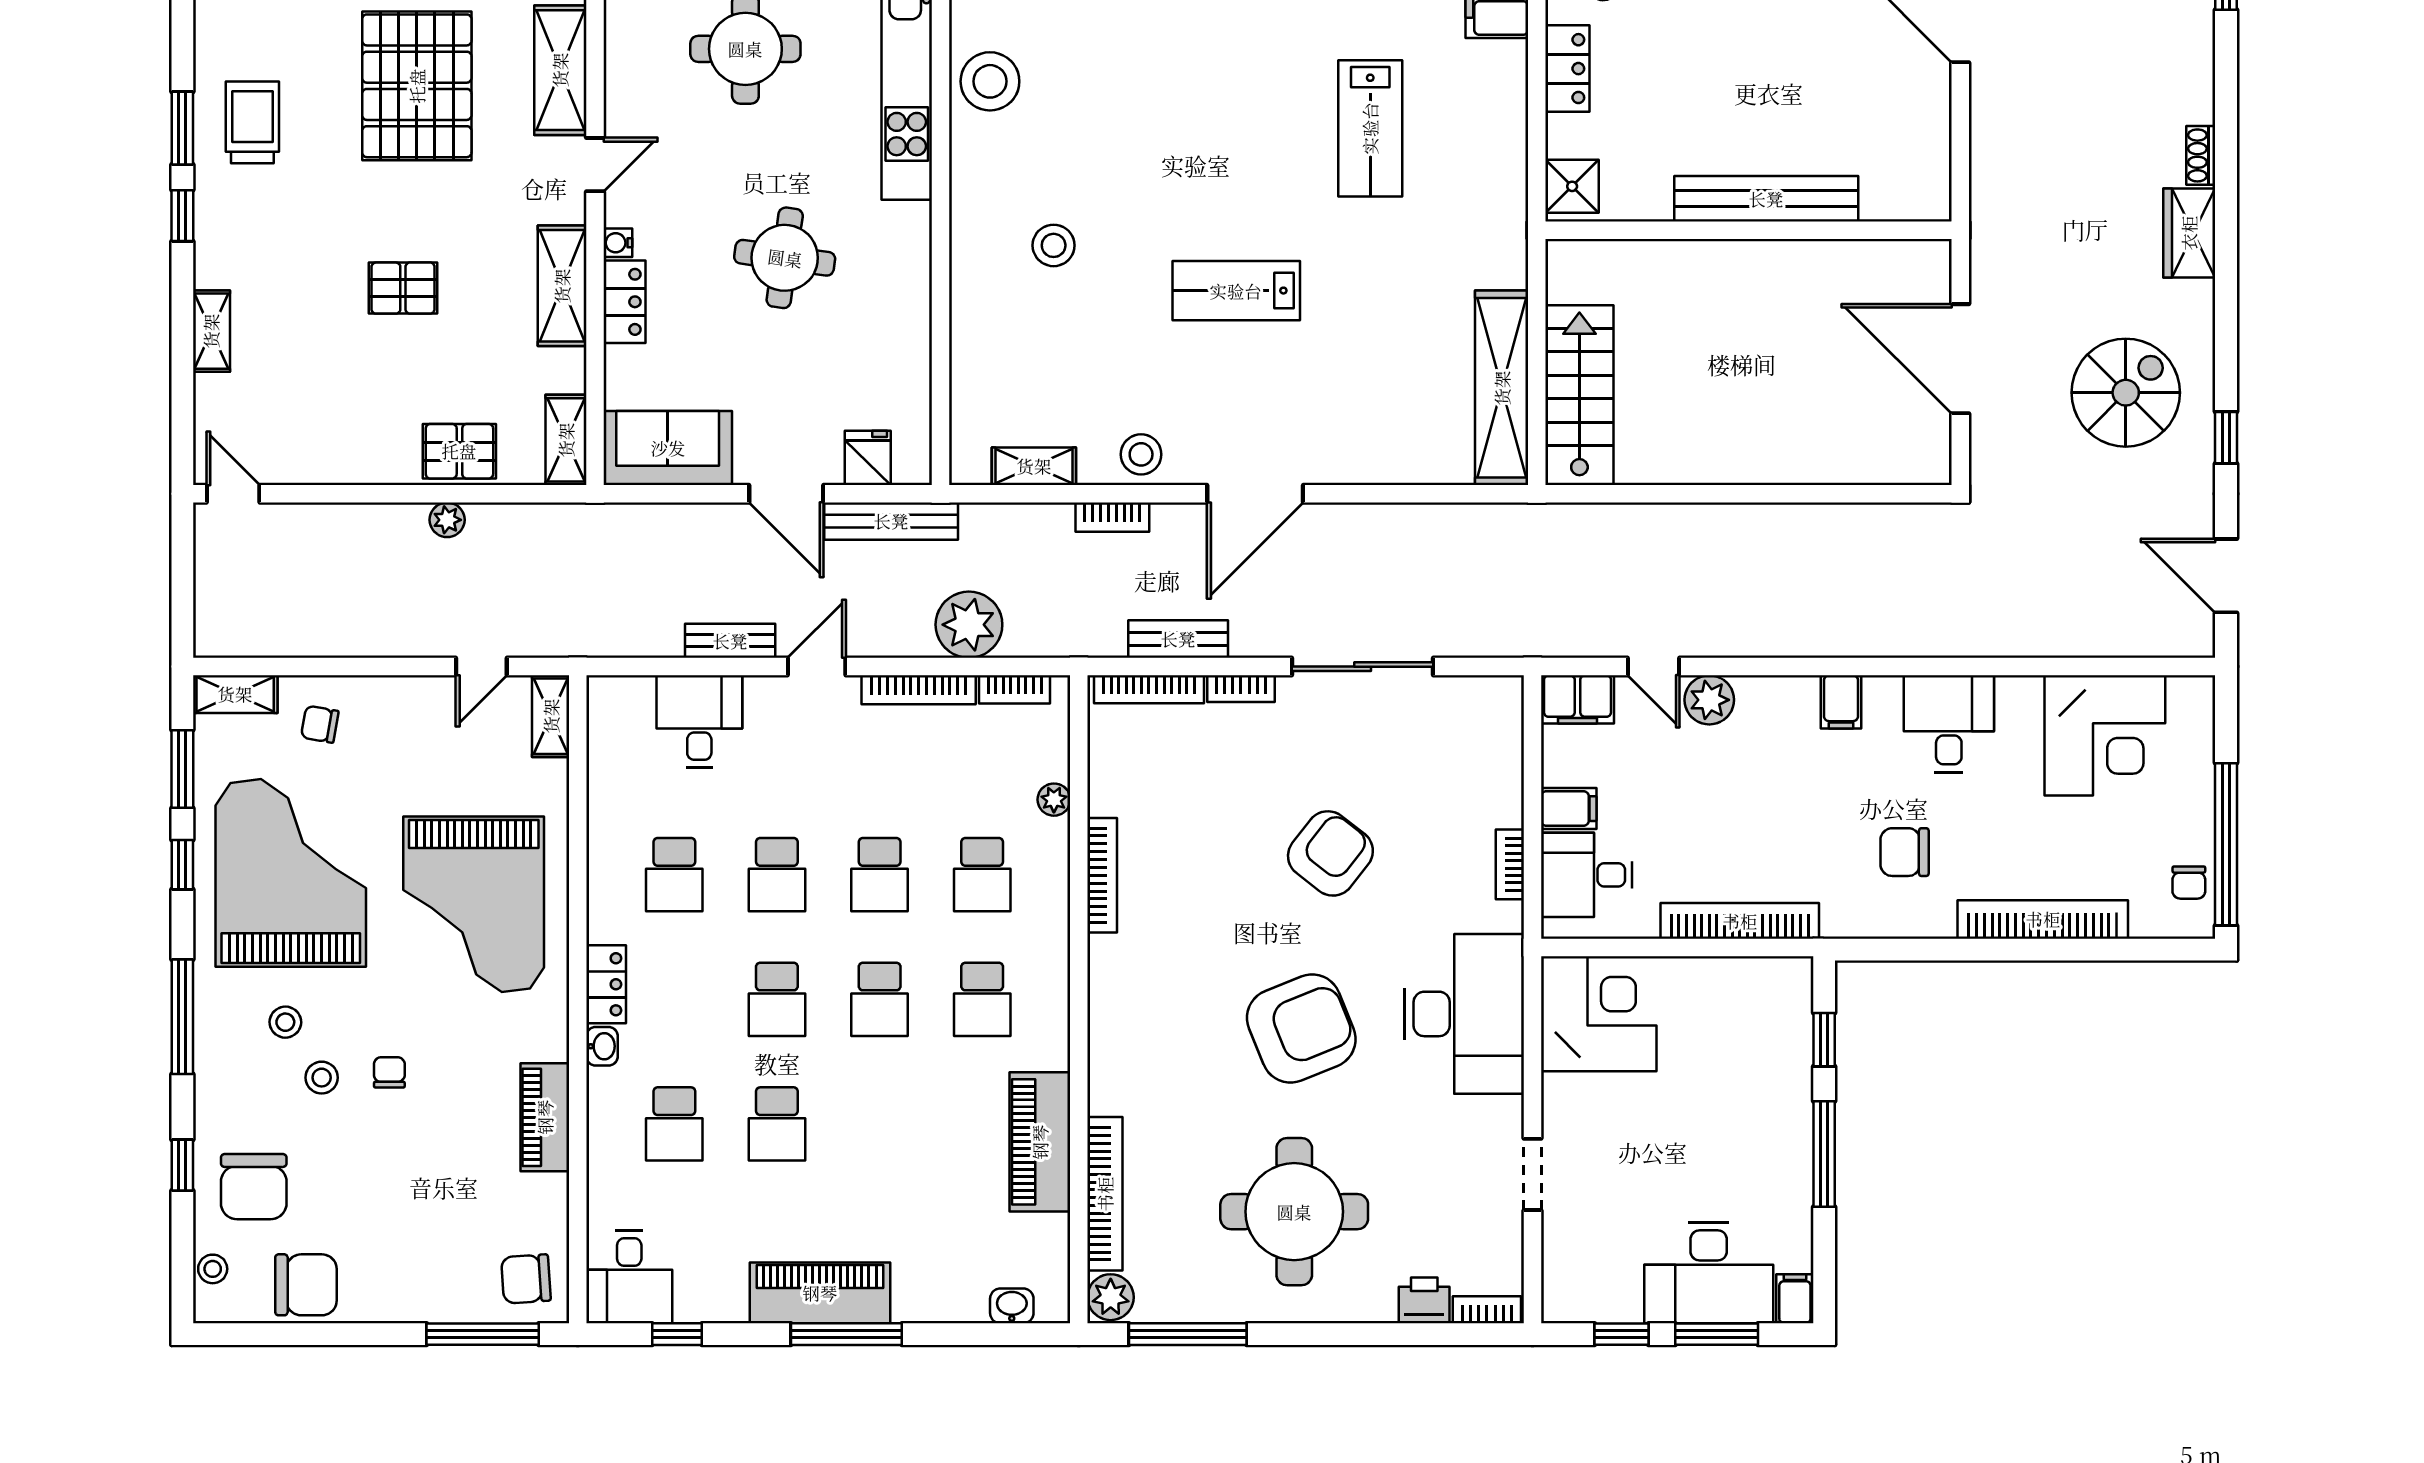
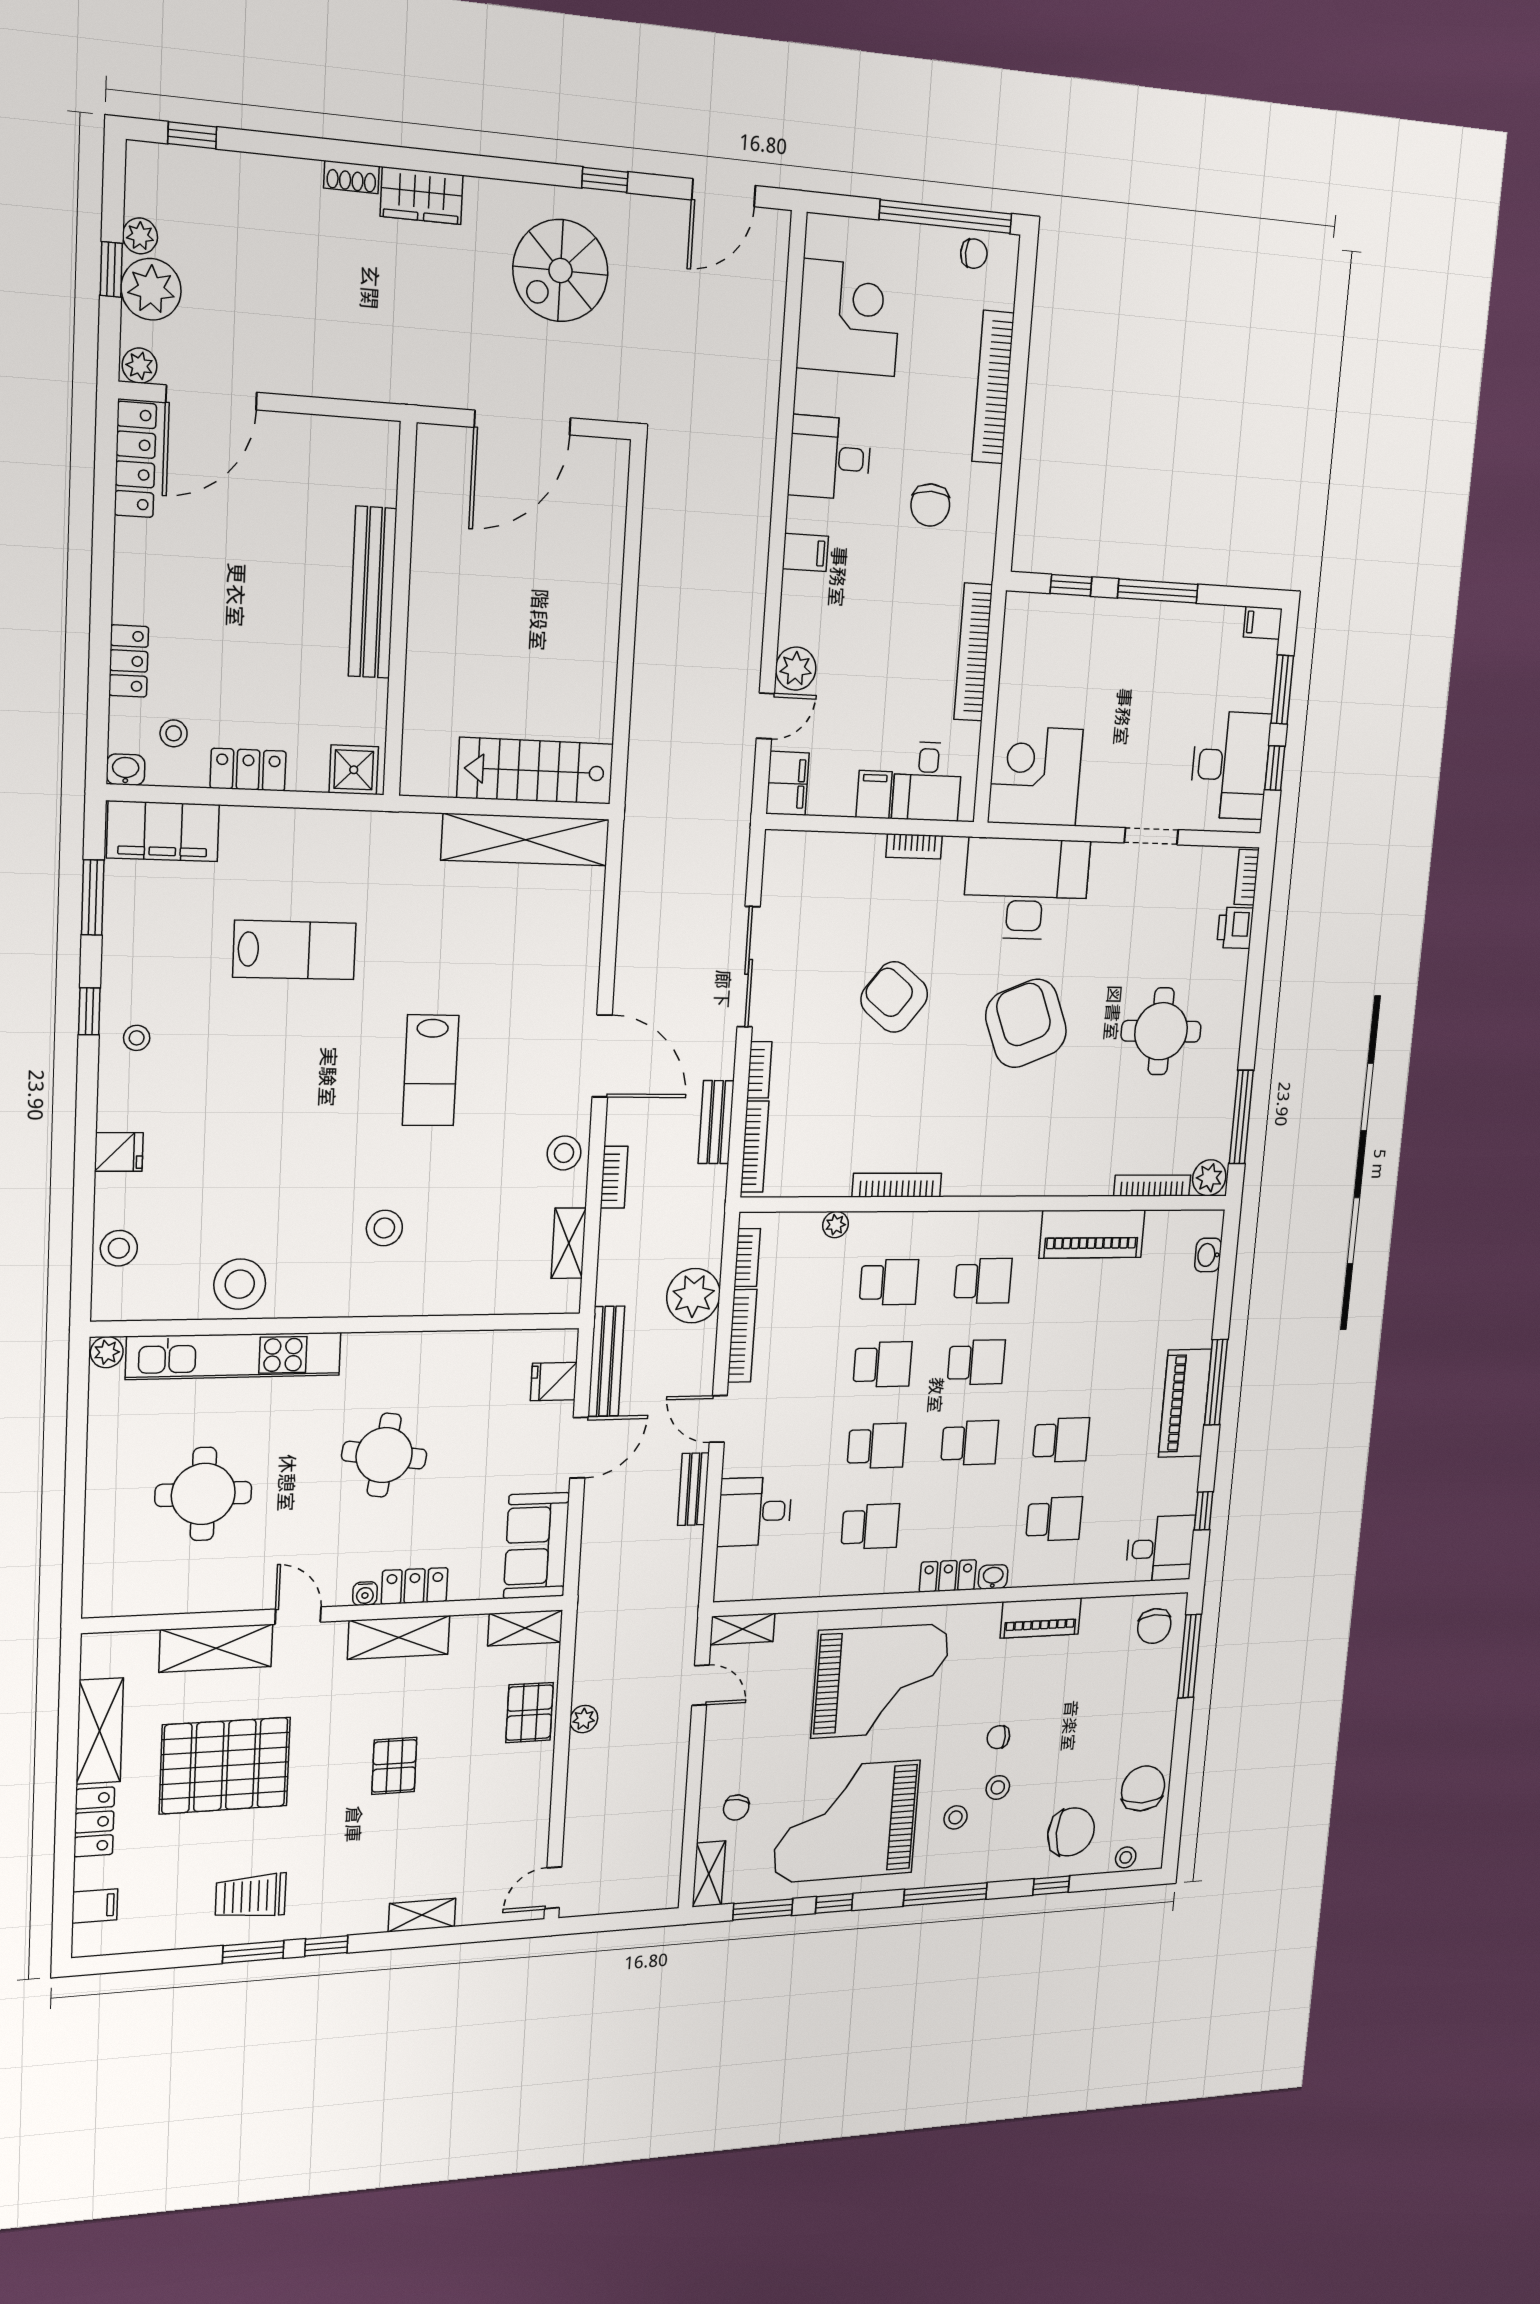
spiral stairs: (2126, 393) -> (560, 271), turned -90
bookcase: (1105, 1194) -> (1152, 1186), width x0.68, depth x0.76
round table: (1294, 1212) -> (1161, 1031), width x0.73, depth x0.73
desk: (1709, 1273) -> (1230, 765), moved

